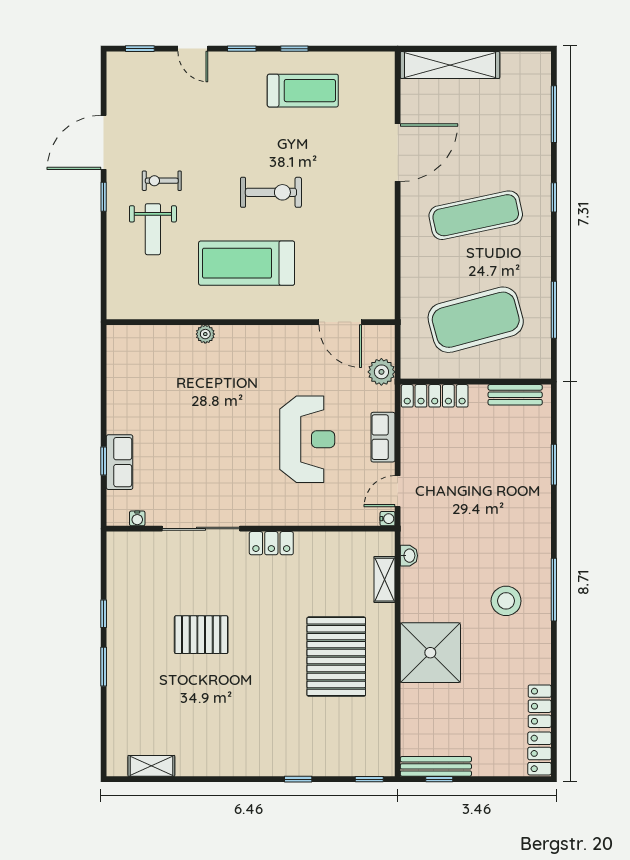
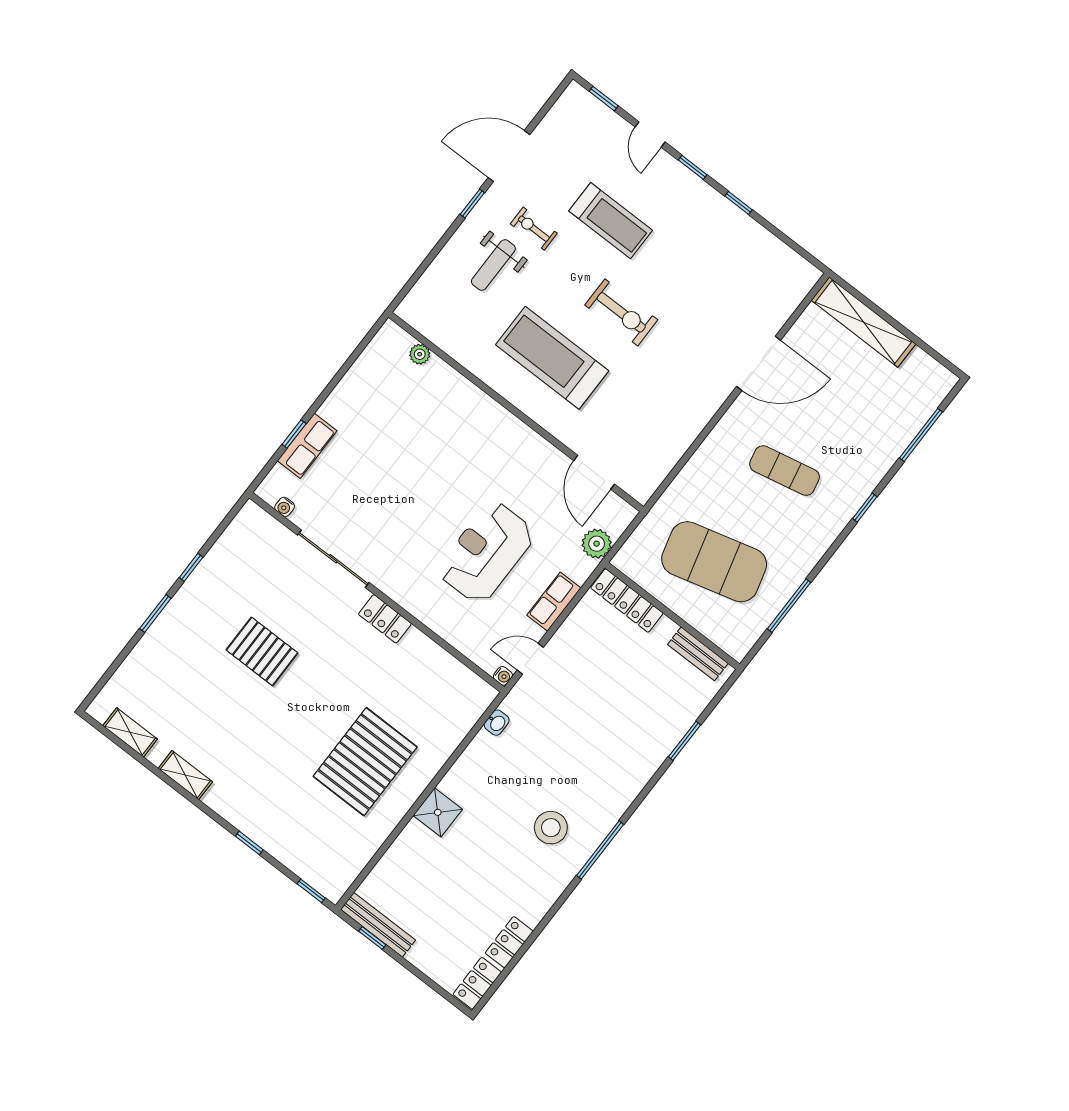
treadmill: (303, 91) -> (611, 221), moved
exercise mat: (476, 215) -> (785, 471), width x0.73, depth x0.69
plant: (205, 334) -> (420, 354), moved
reception desk: (307, 439) -> (486, 552), turned 180
shelving: (384, 580) -> (185, 775), moved, turned 90
shower: (430, 653) -> (438, 812), width x0.54, depth x0.54

